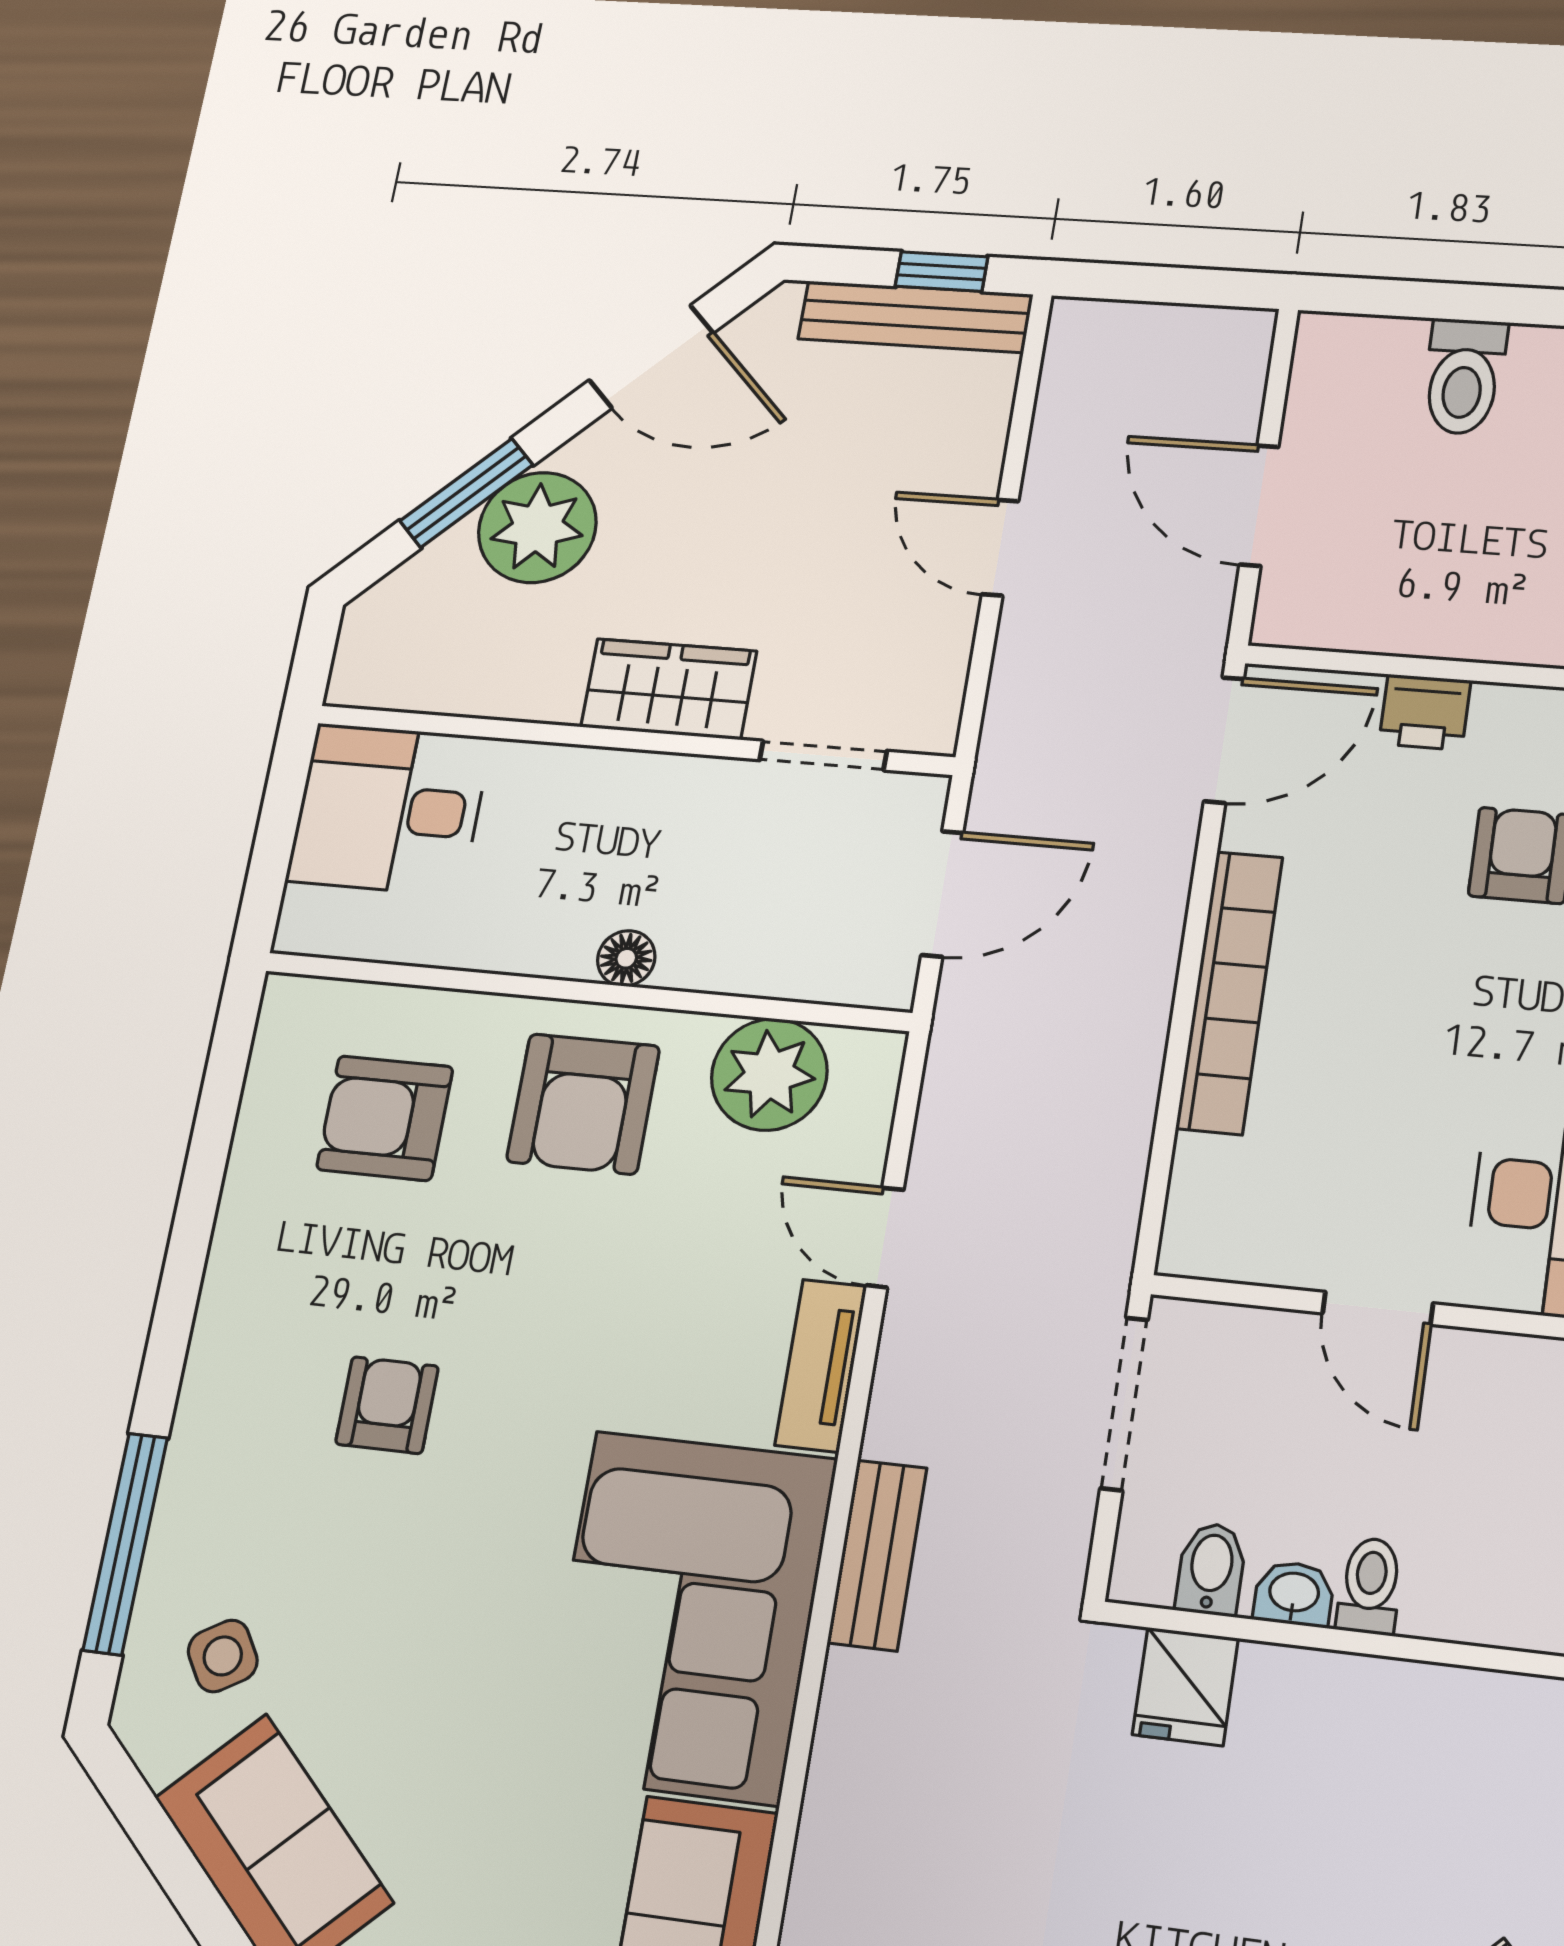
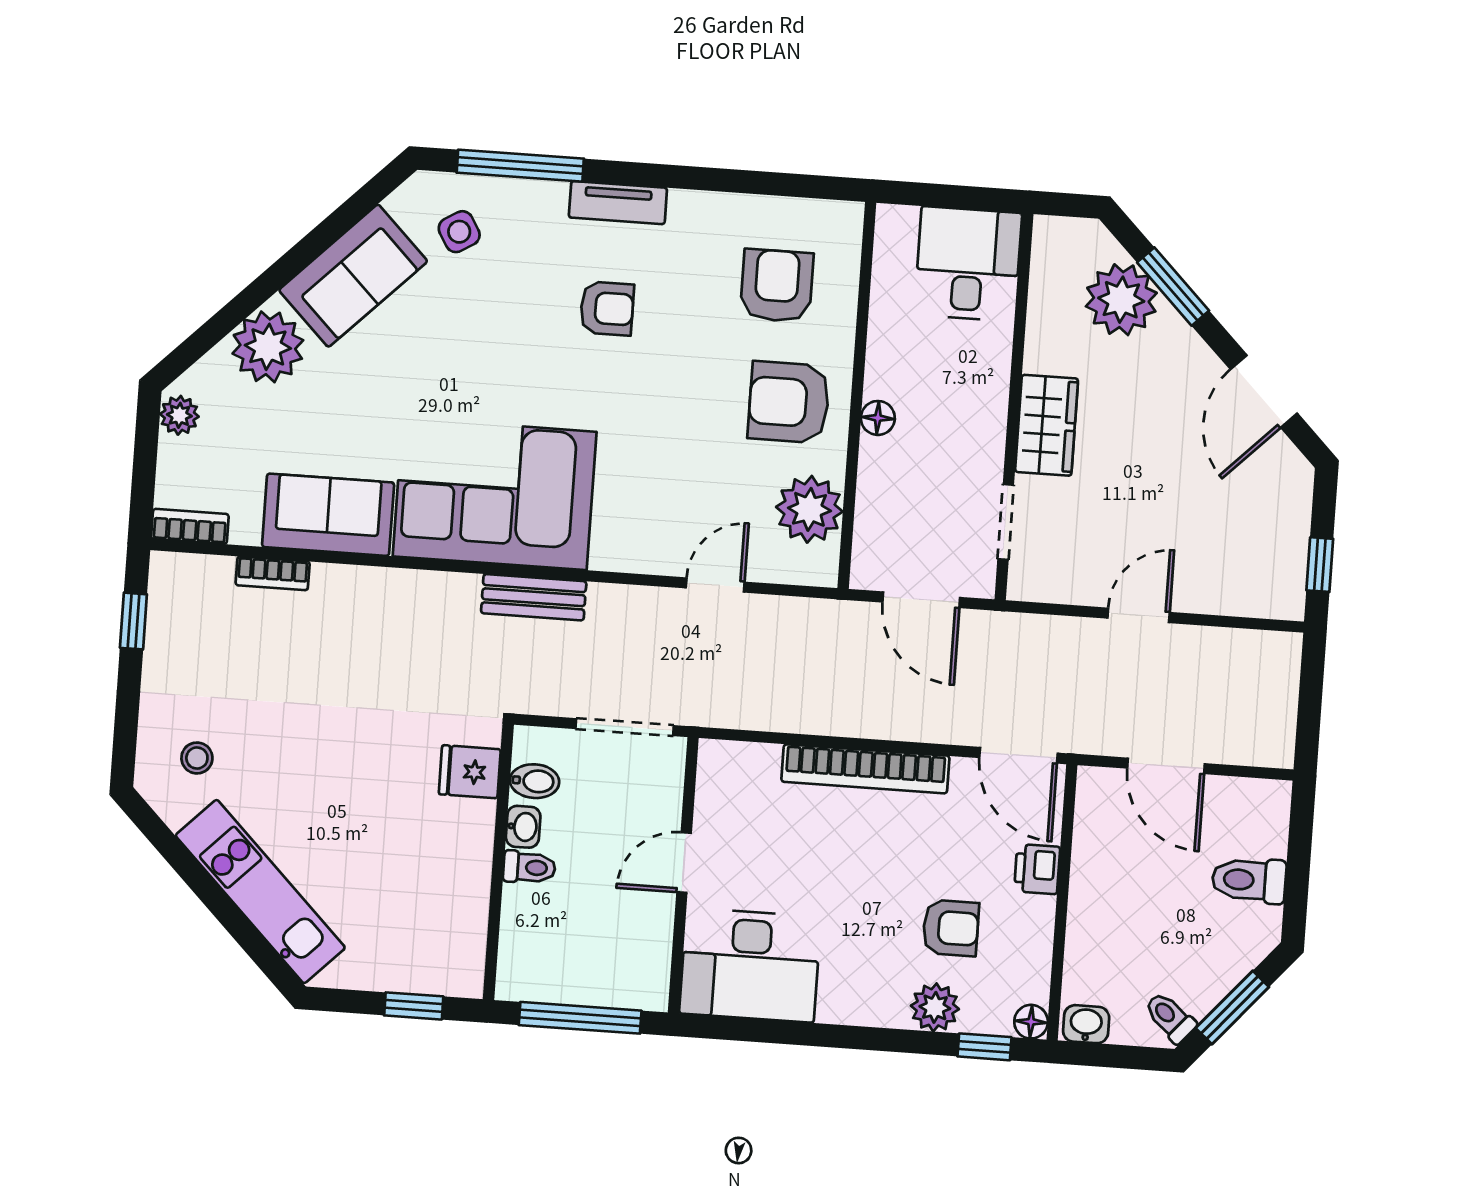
bench: (915, 317) -> (1290, 551), removed
door: (1259, 506) -> (1166, 766), swing flipped
plant: (537, 527) -> (1121, 300), moved
tv unit: (821, 1366) -> (618, 203), moved, turned 180

